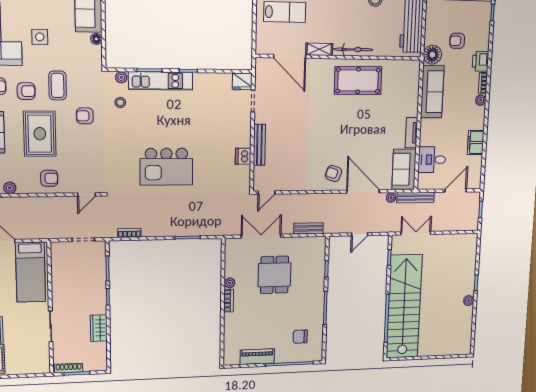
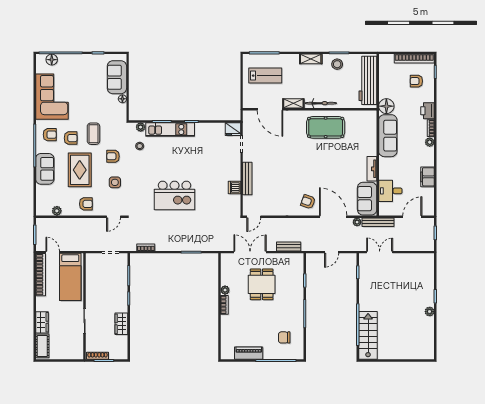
side table: (40, 37) -> (115, 182), moved
armchair: (457, 41) -> (416, 81), moved
stairs: (404, 306) -> (368, 335), width x0.54, depth x0.66

